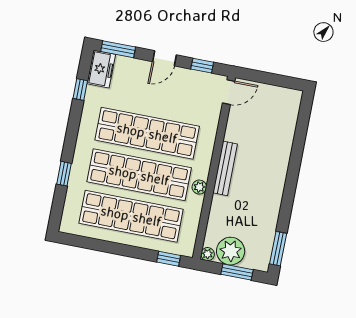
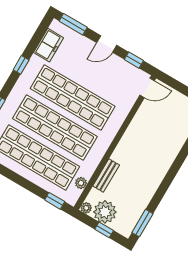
freezer: (101, 69) -> (49, 45), moved
window: (80, 90) -> (21, 65), moved
bench: (225, 168) -> (106, 175), moved, width x0.73
plant: (199, 187) -> (81, 183), moved
window: (237, 272) -> (104, 230), width x0.67

